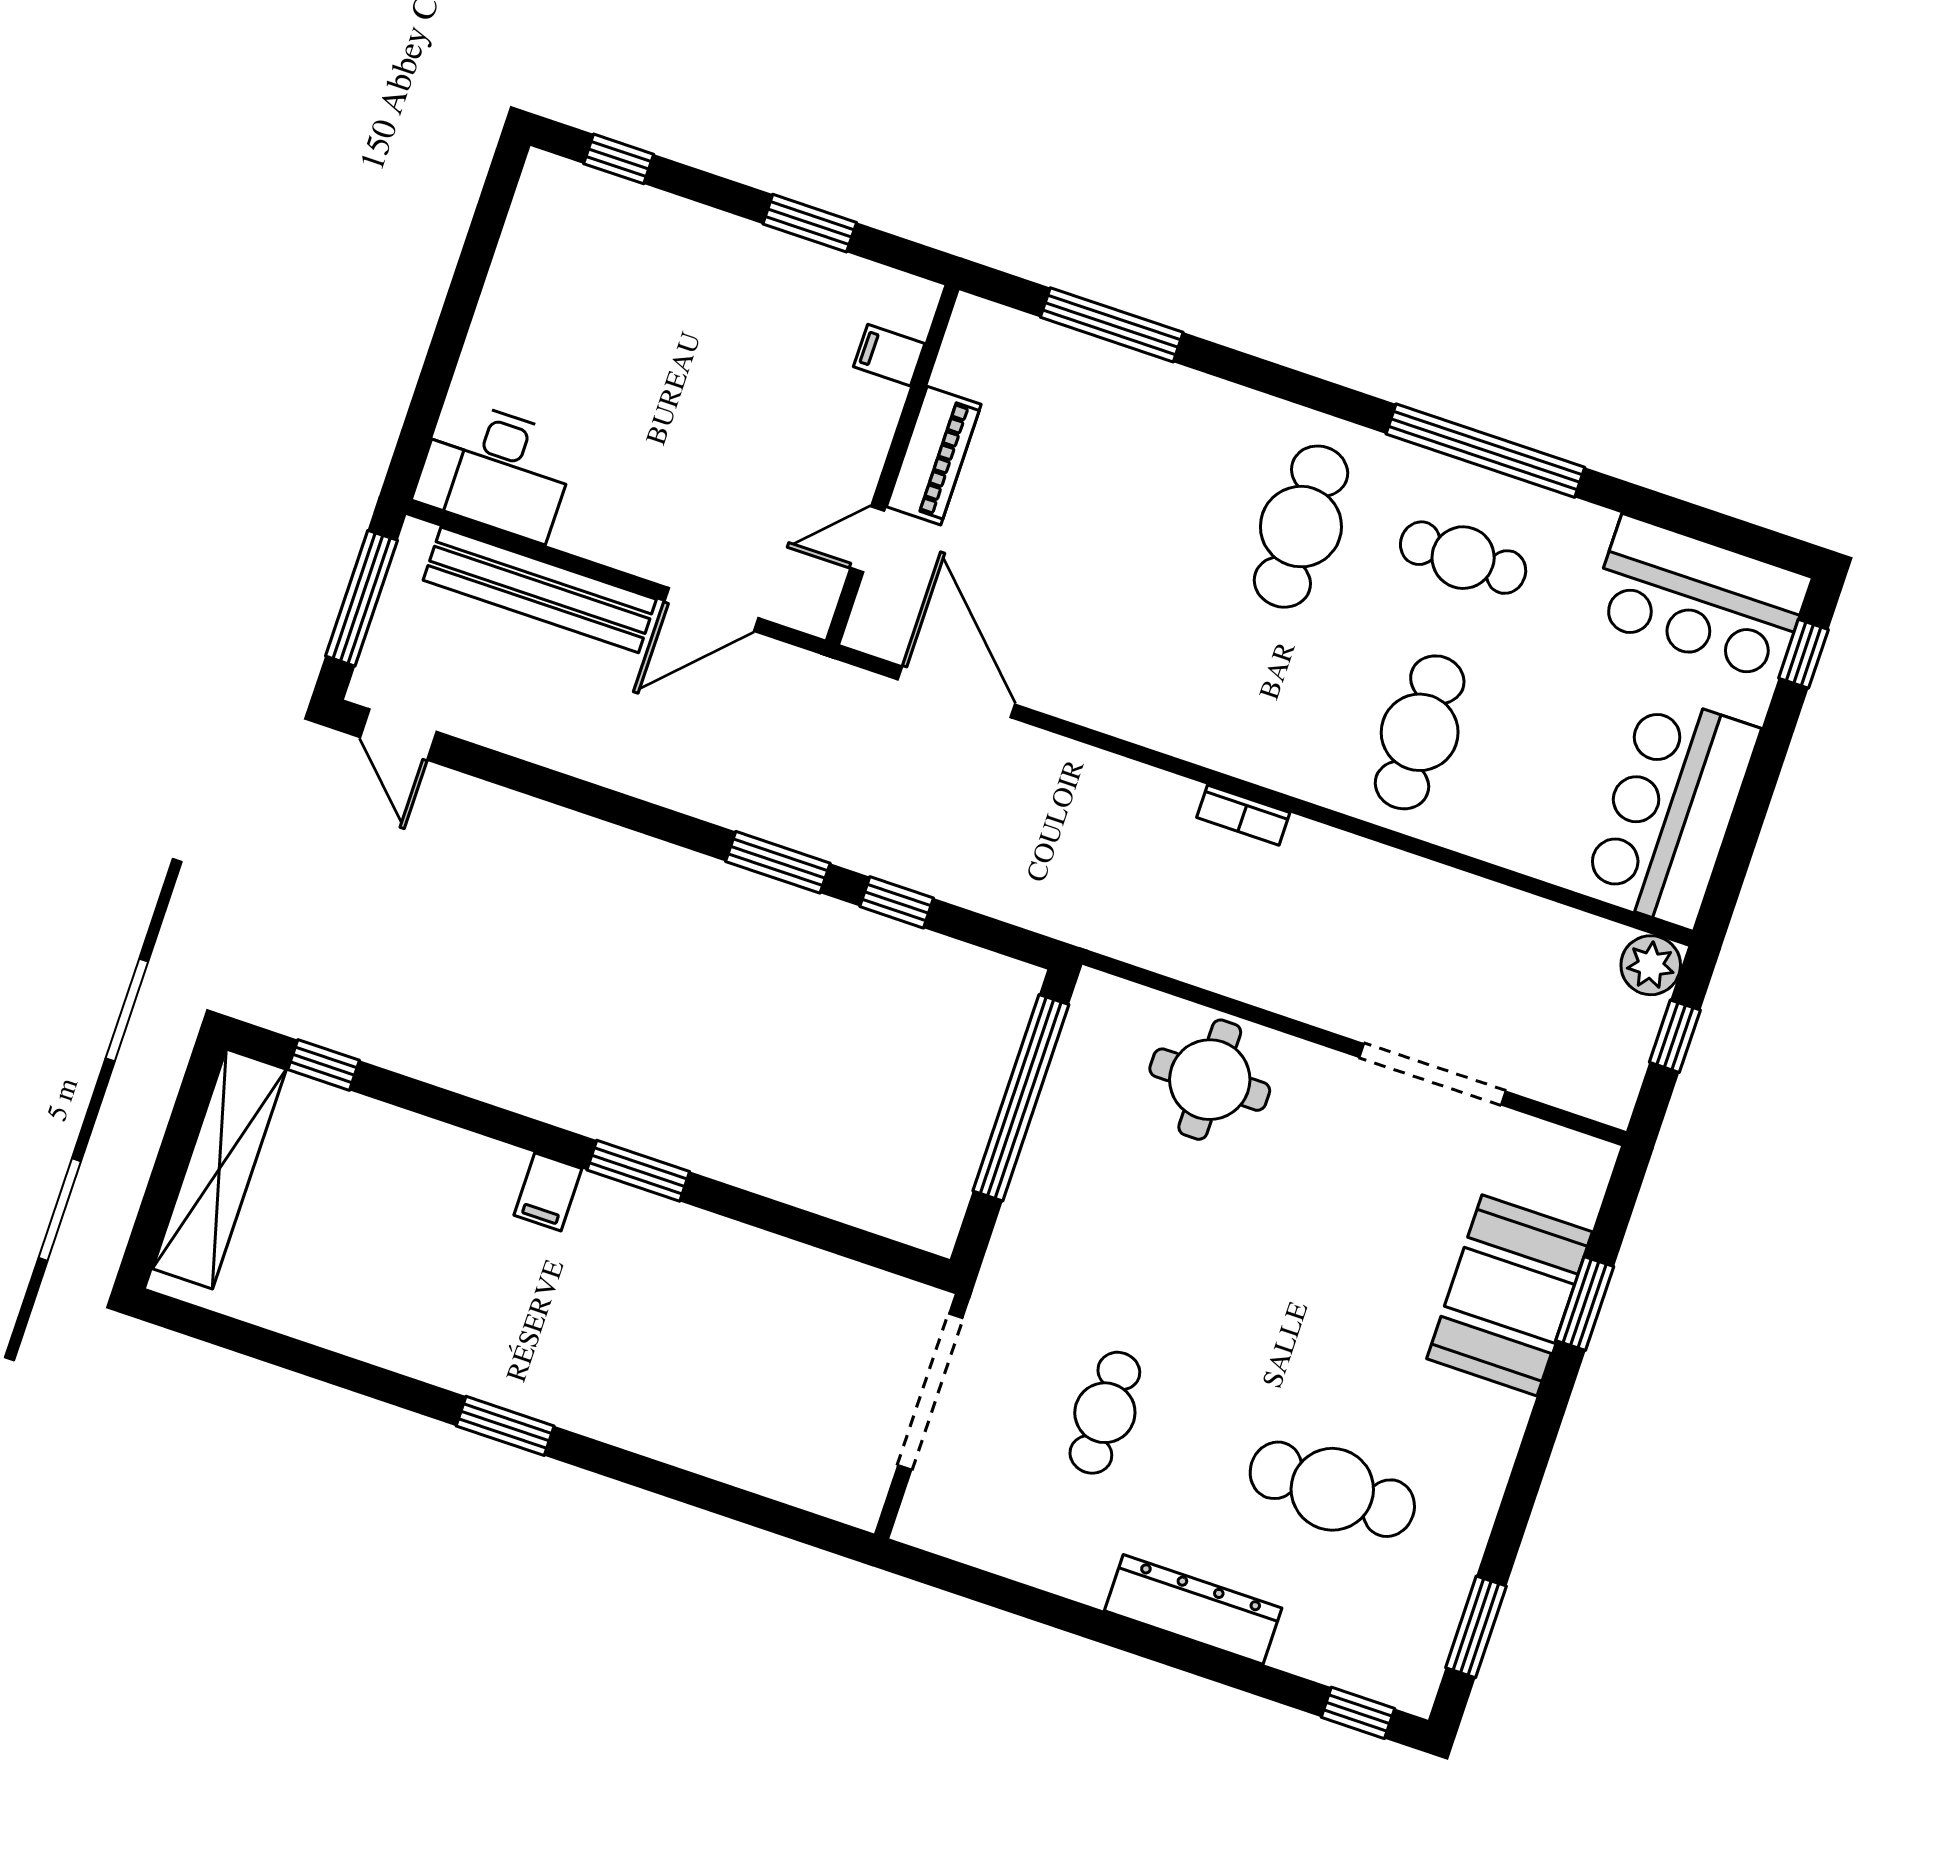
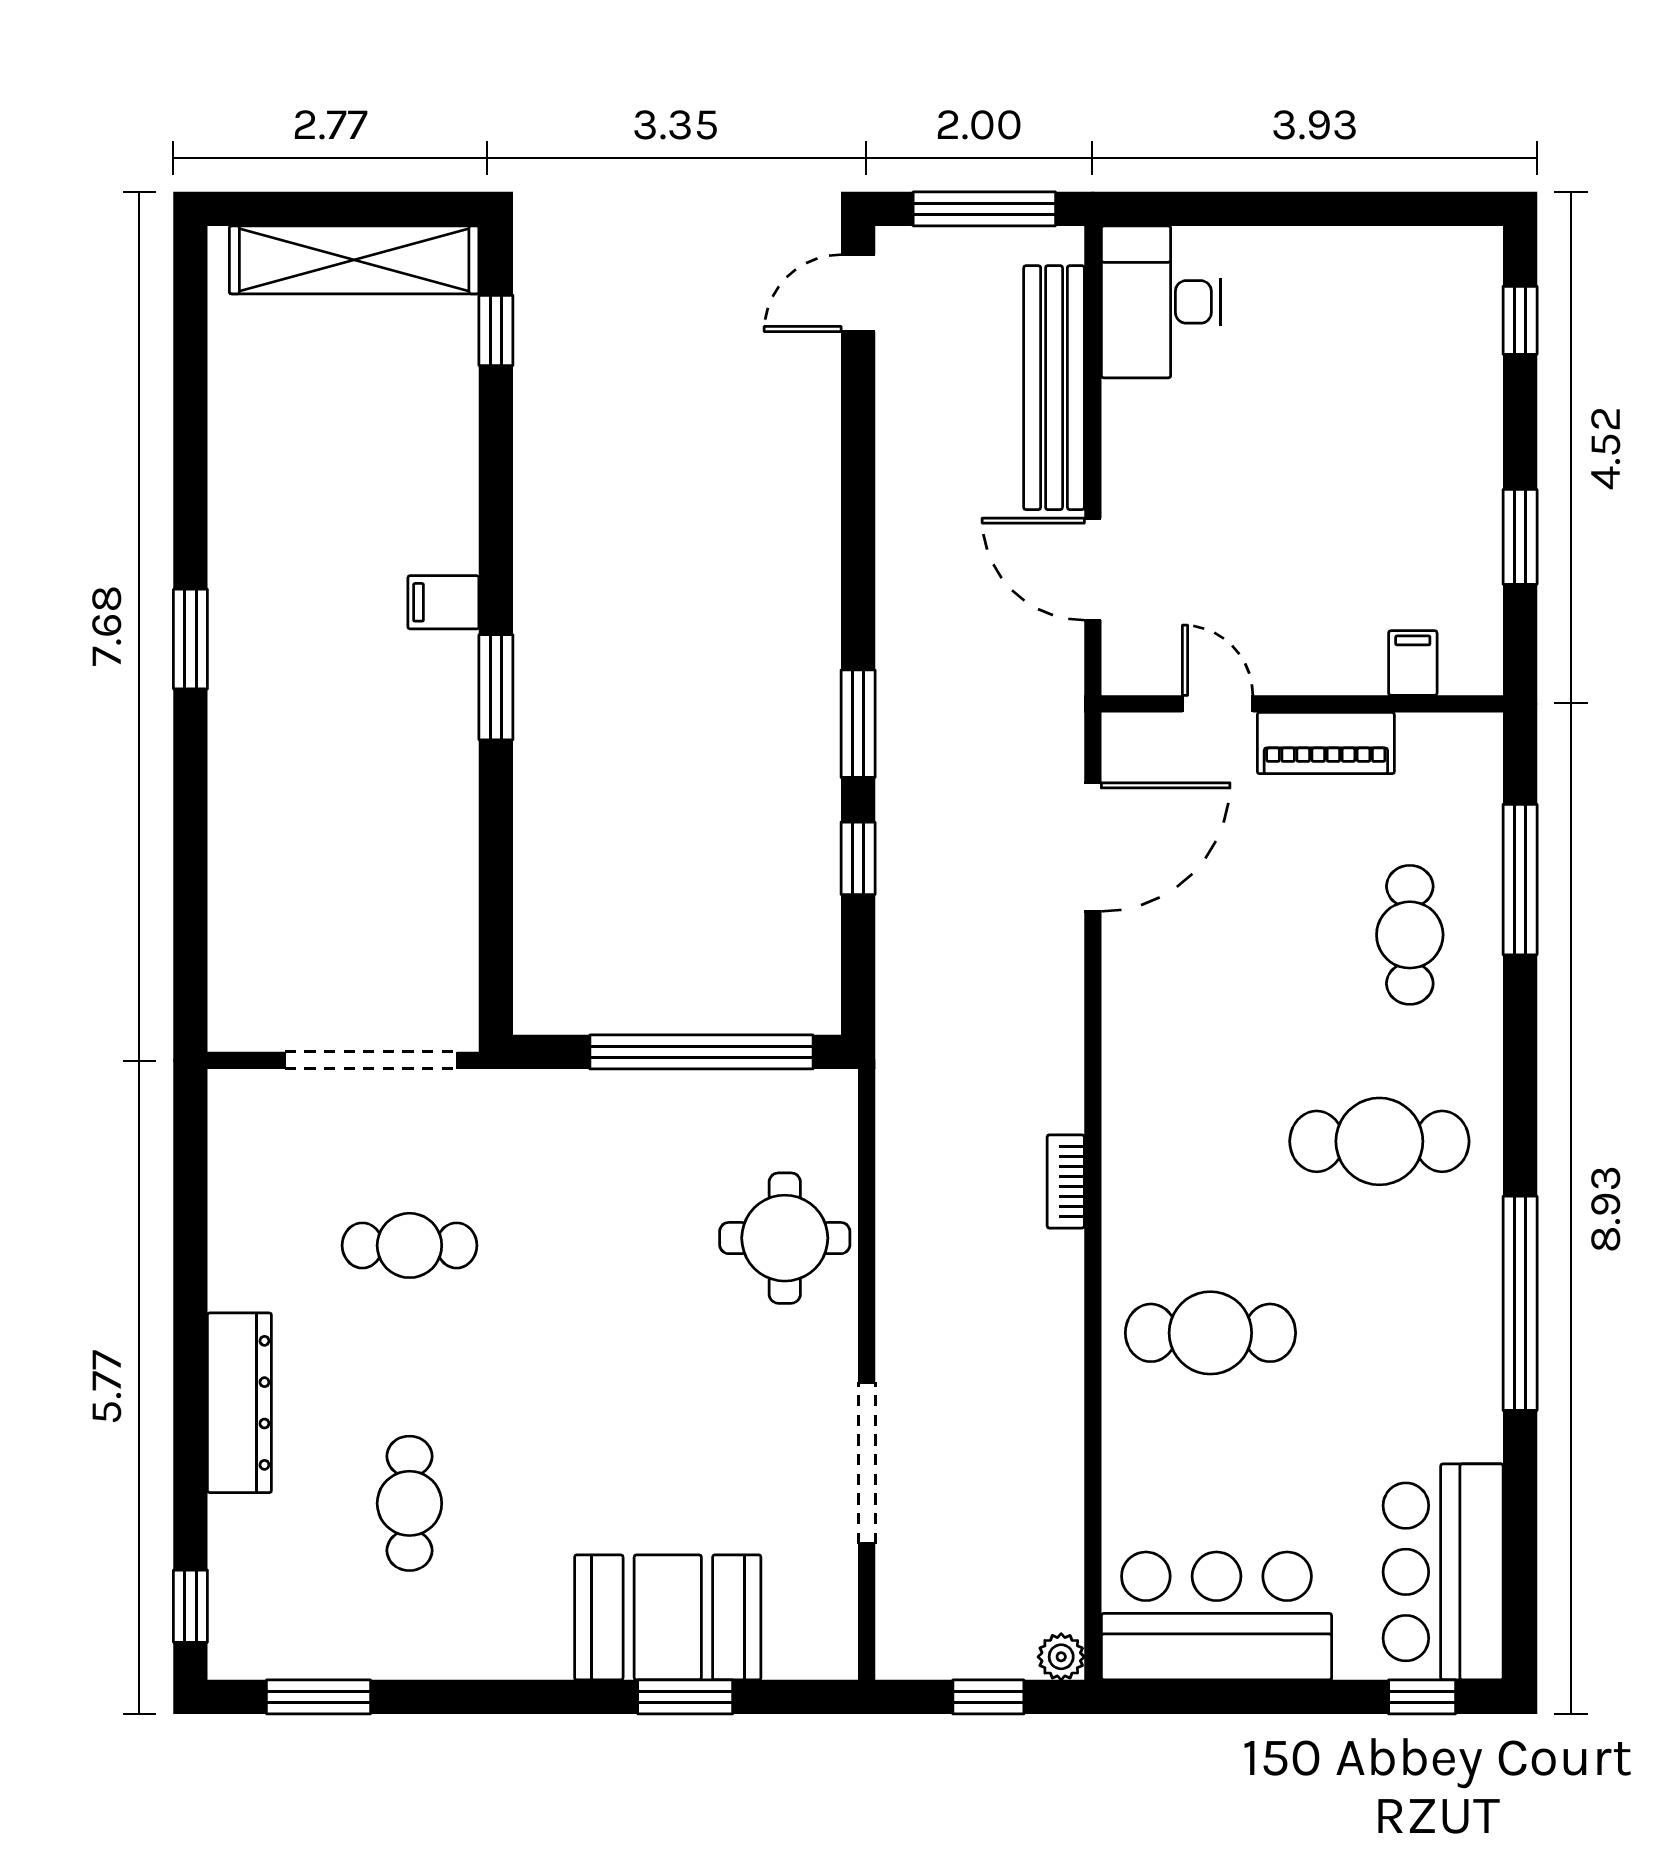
cafe table: (1463, 558) -> (1410, 935), moved
plant: (1651, 965) -> (1061, 1657), width x0.73, depth x0.73
cafe table: (1332, 1489) -> (409, 1503), width x0.73, depth x0.74

